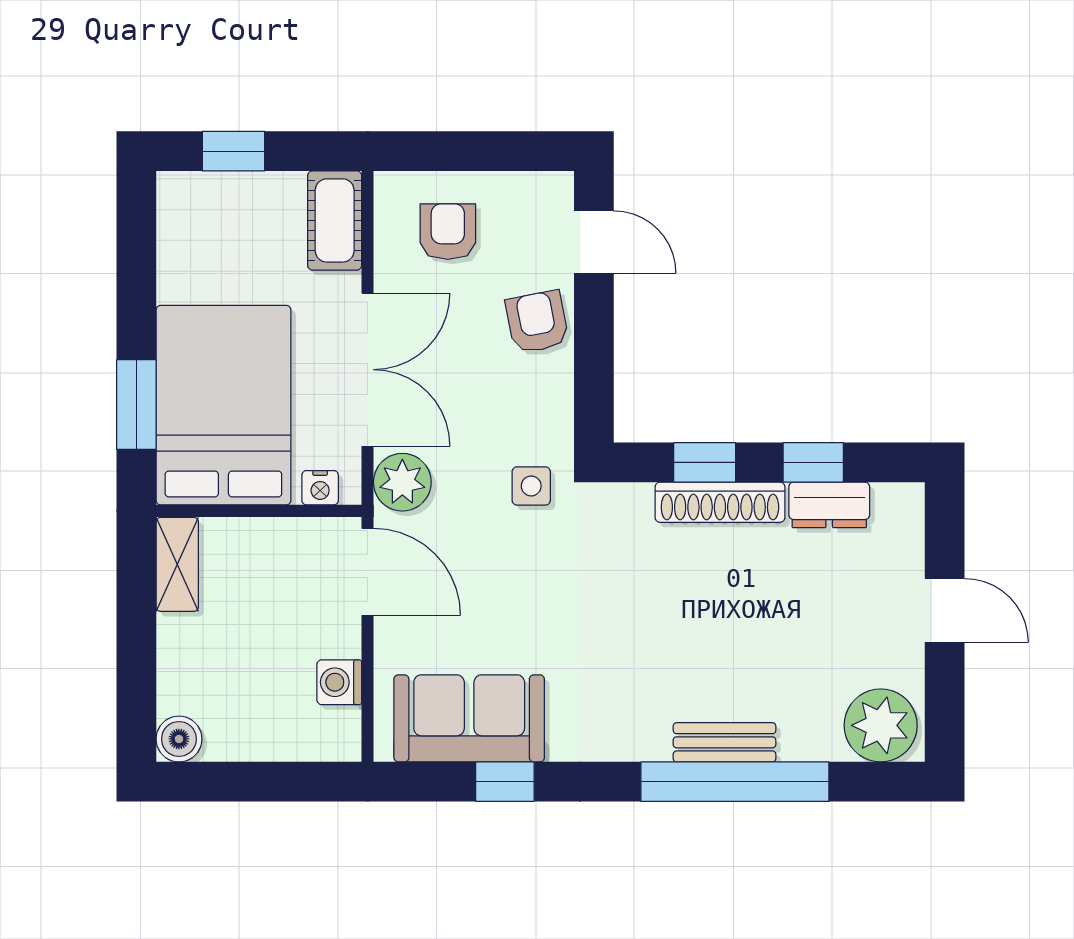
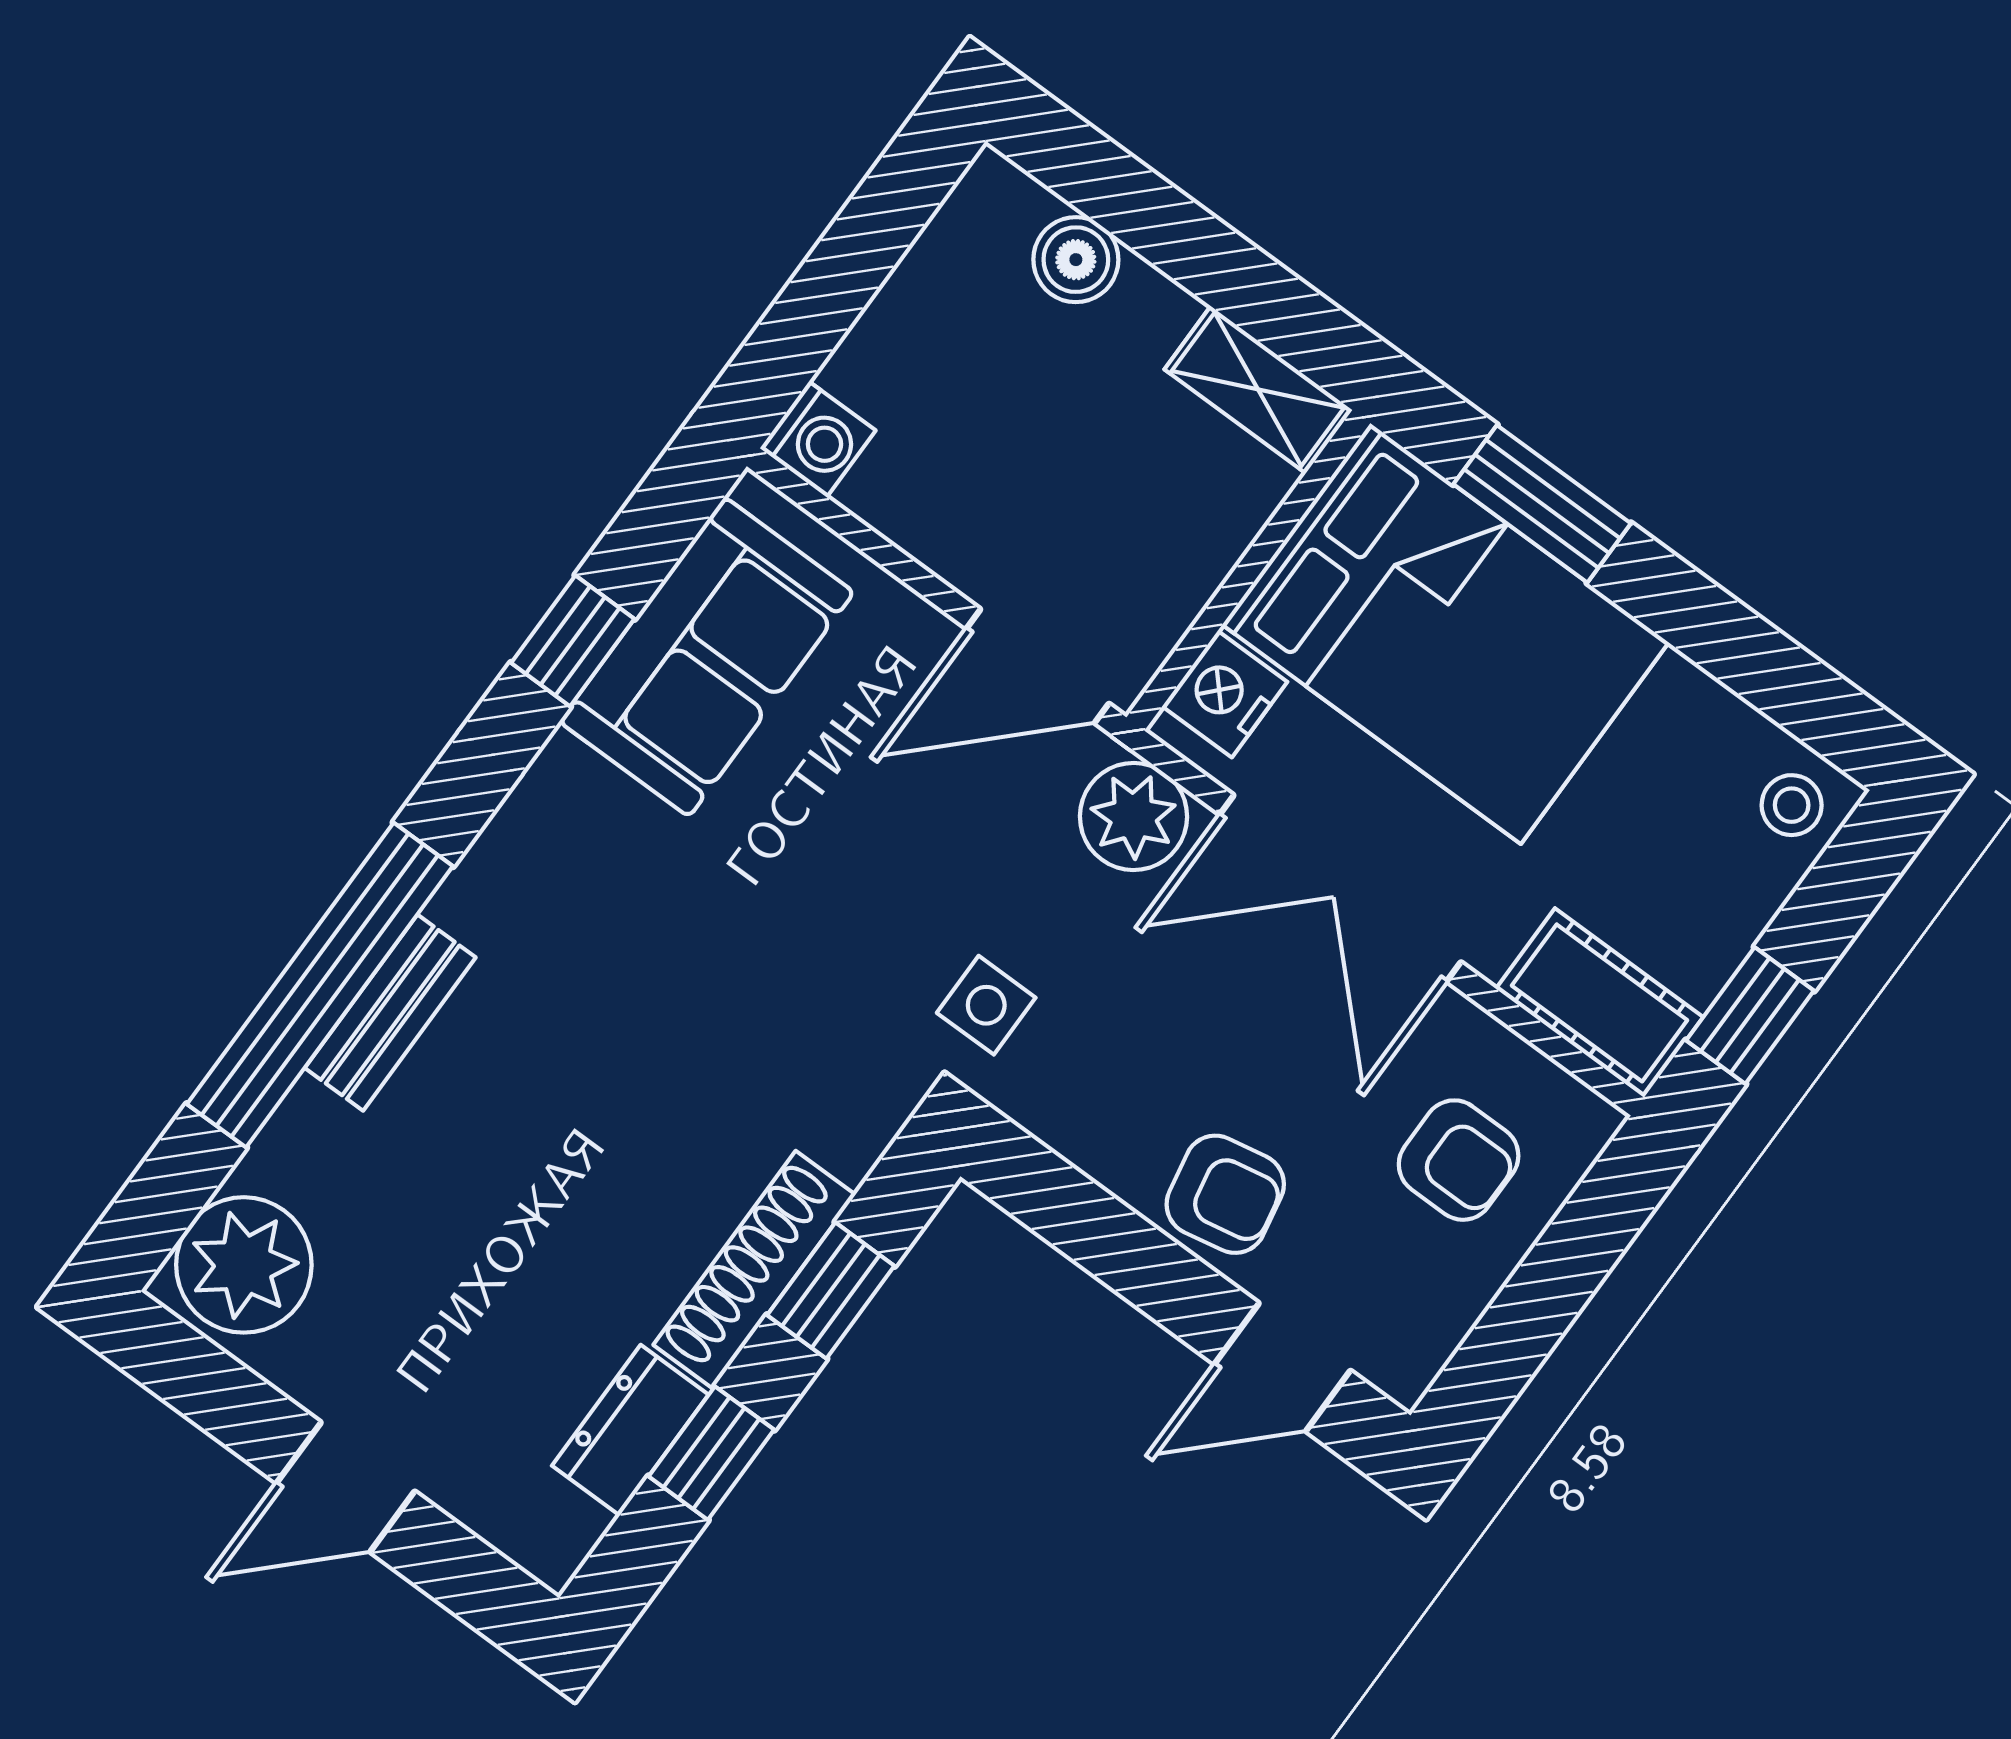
window: (233, 151) -> (1750, 1016), moved
stool: (188, 200) -> (1792, 805), added
nightstand: (320, 488) -> (1225, 694), width x1.39, depth x1.35
washing machine: (339, 682) -> (818, 439), moved, turned 90
boiler: (179, 739) -> (1076, 260), moved

